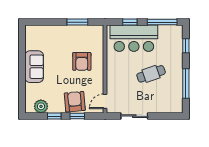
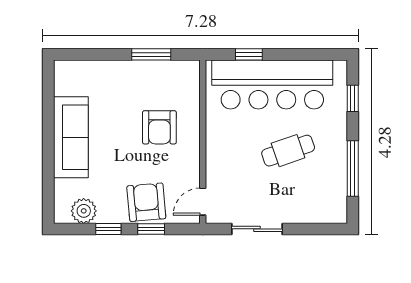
window: (162, 22) -> (309, 54), removed
bar counter: (134, 38) -> (272, 84), width x1.36
sofa: (34, 67) -> (71, 137), width x1.36

